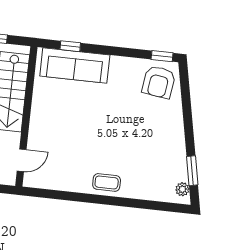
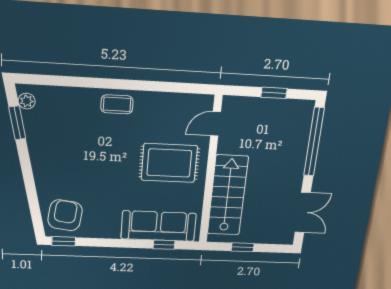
rug: (63, 126) -> (169, 163), added

